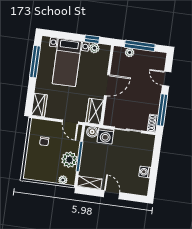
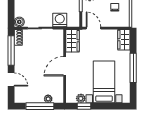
window: (35, 62) -> (133, 68), moved
boiler: (92, 132) -> (19, 22), moved

